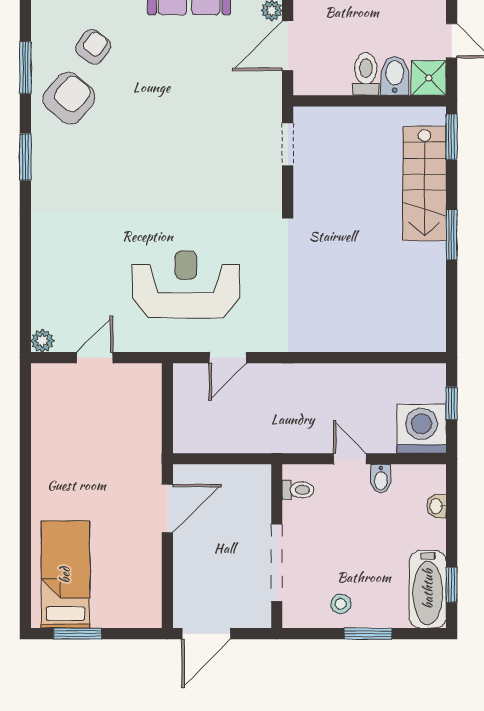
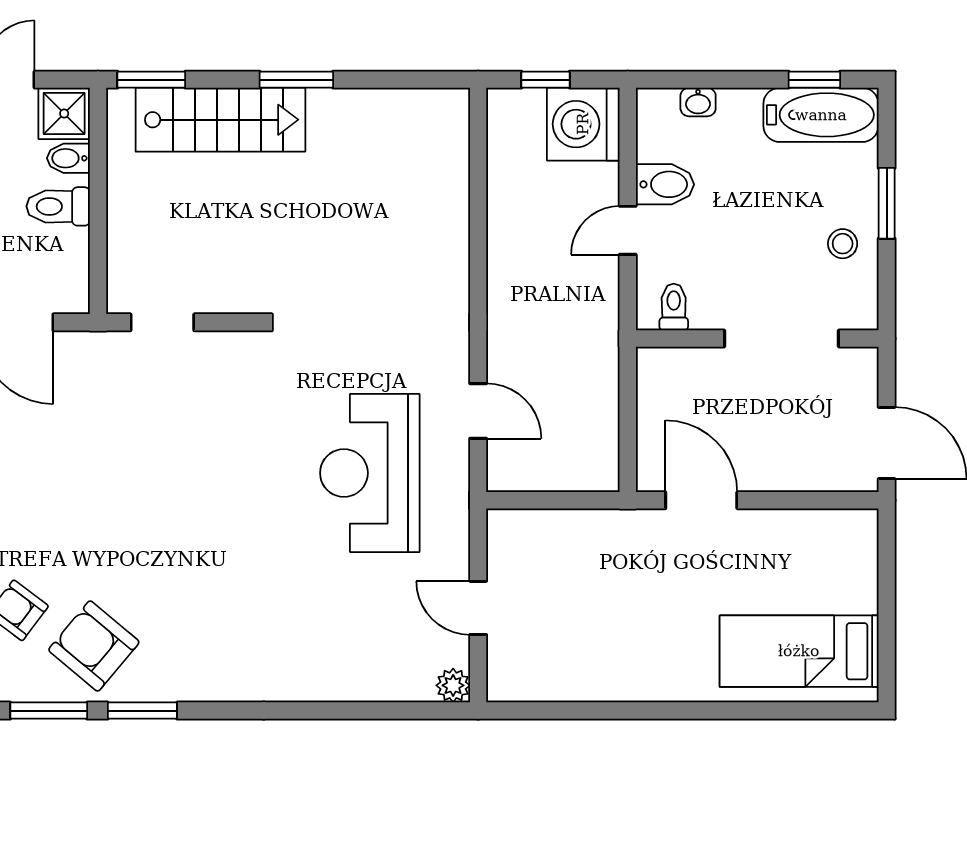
bidet: (395, 76) -> (68, 158), width x0.72, depth x0.74
window: (25, 157) -> (142, 711), moved
bidet: (381, 479) -> (665, 184), width x1.38, depth x1.36
window: (78, 634) -> (887, 633), removed

